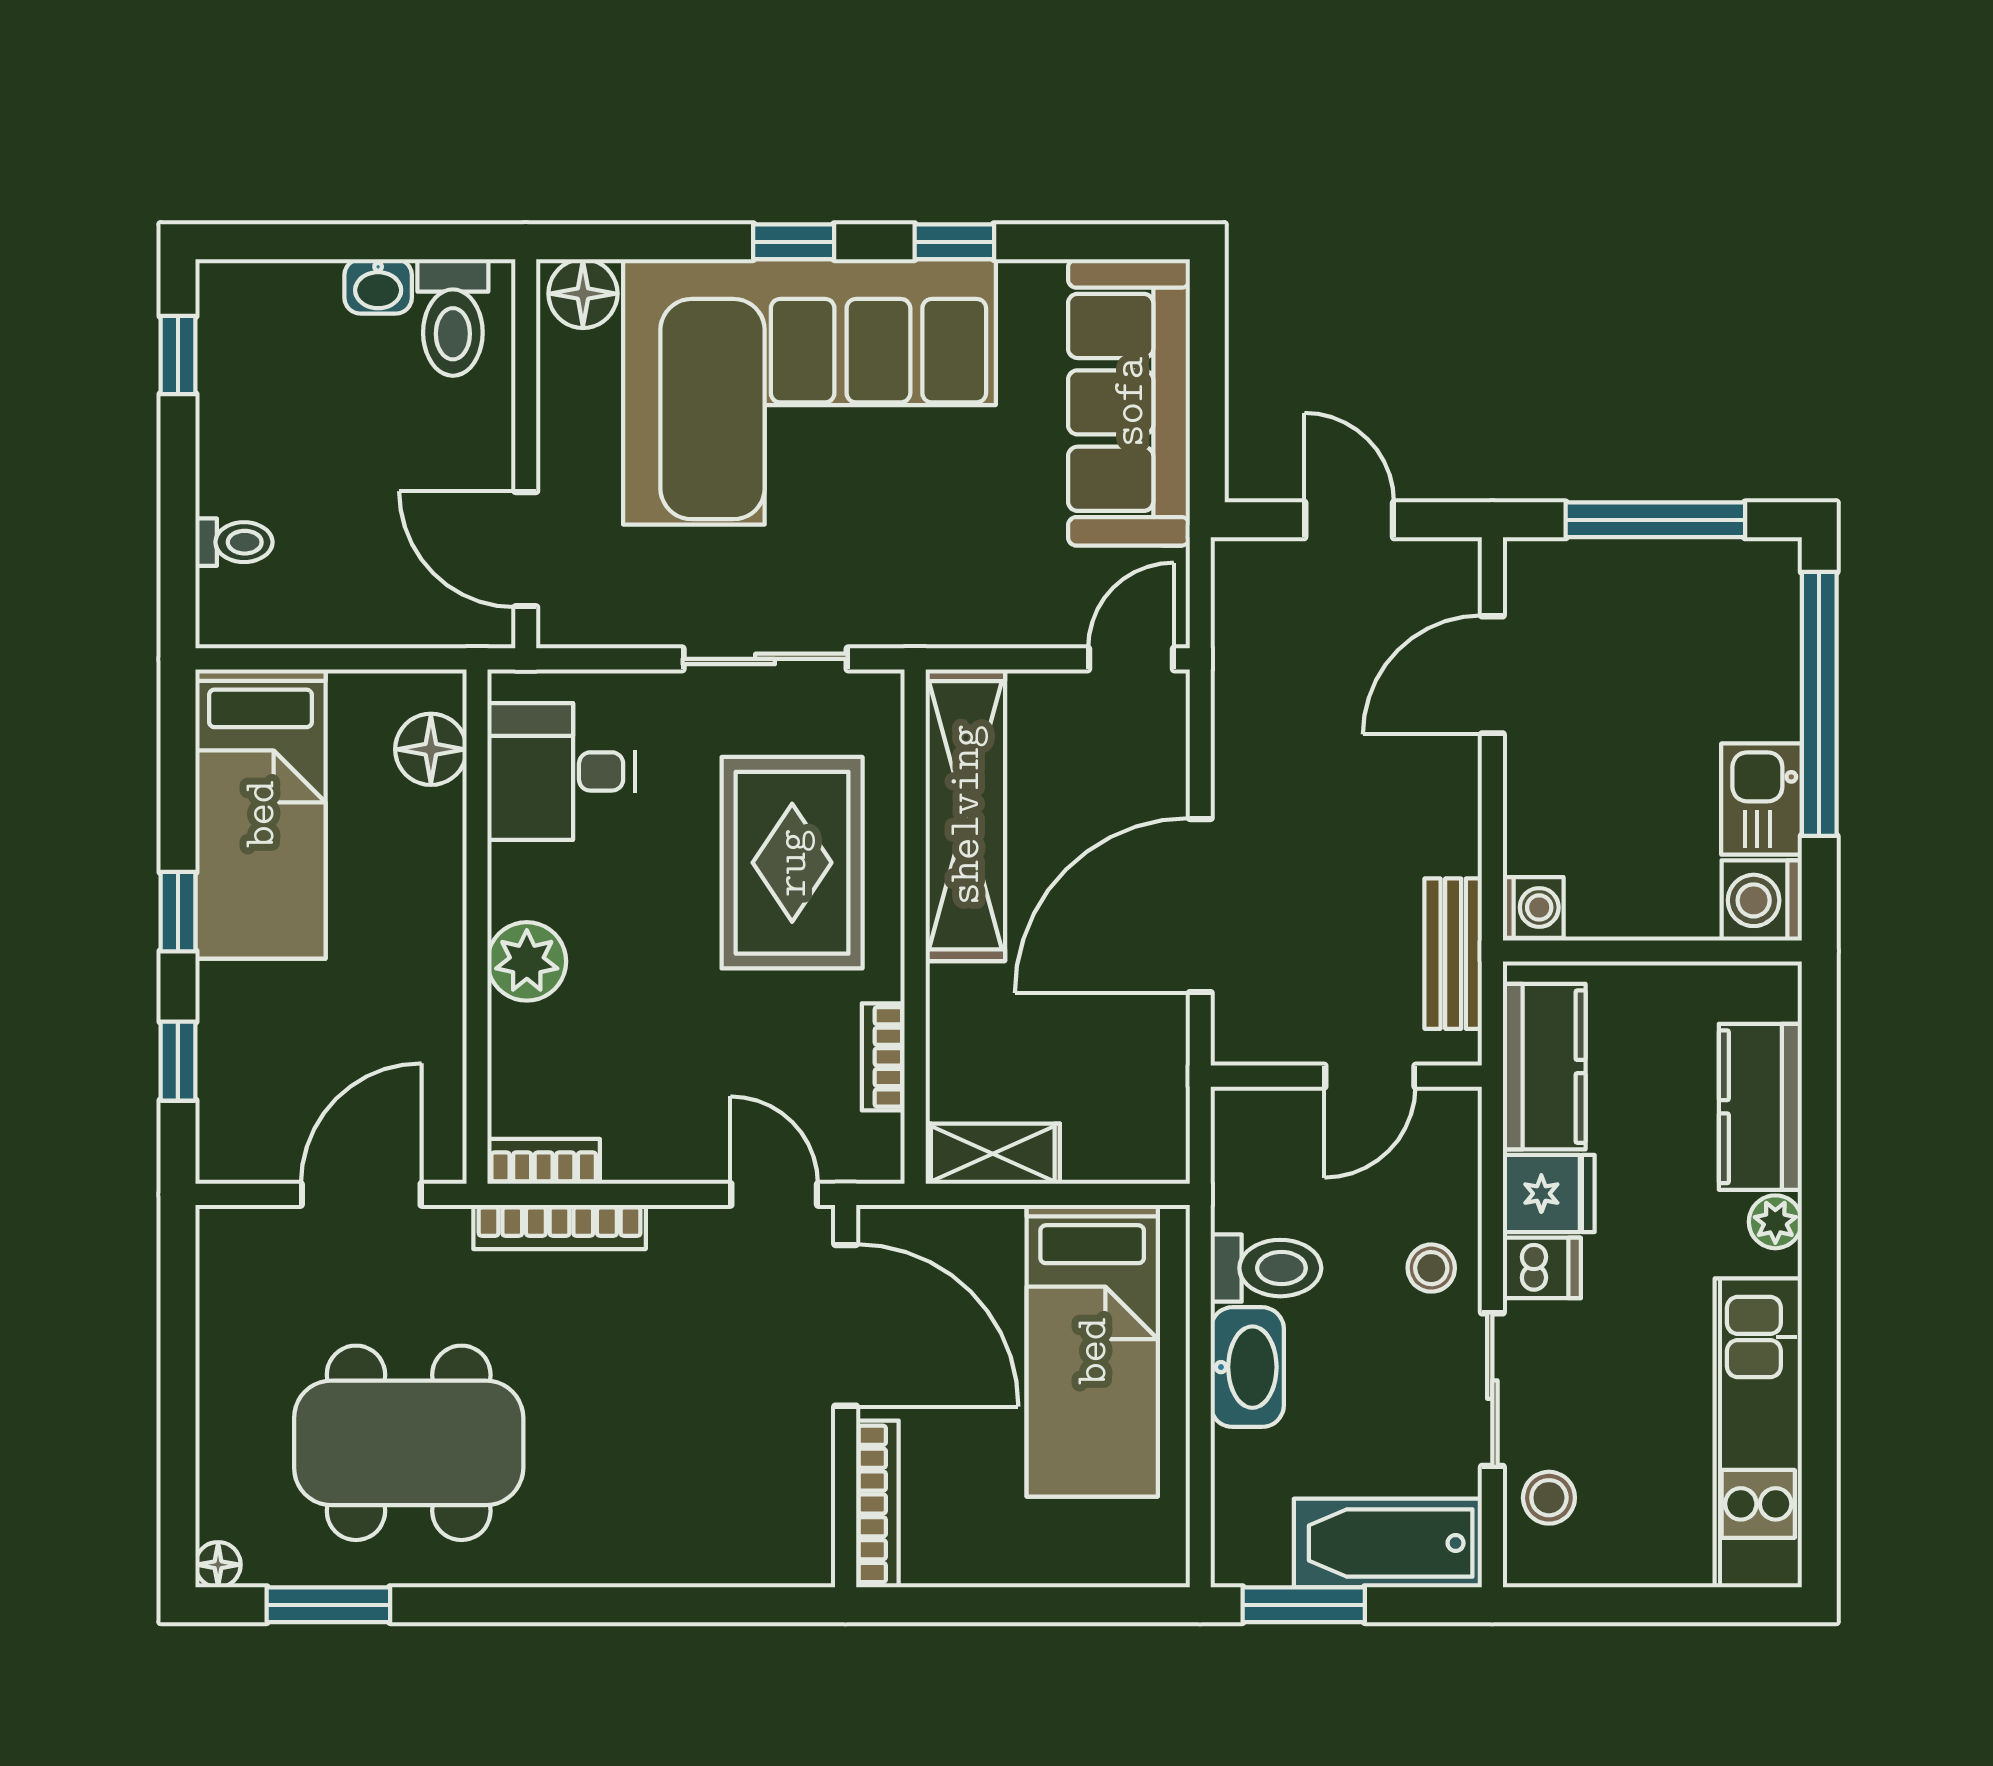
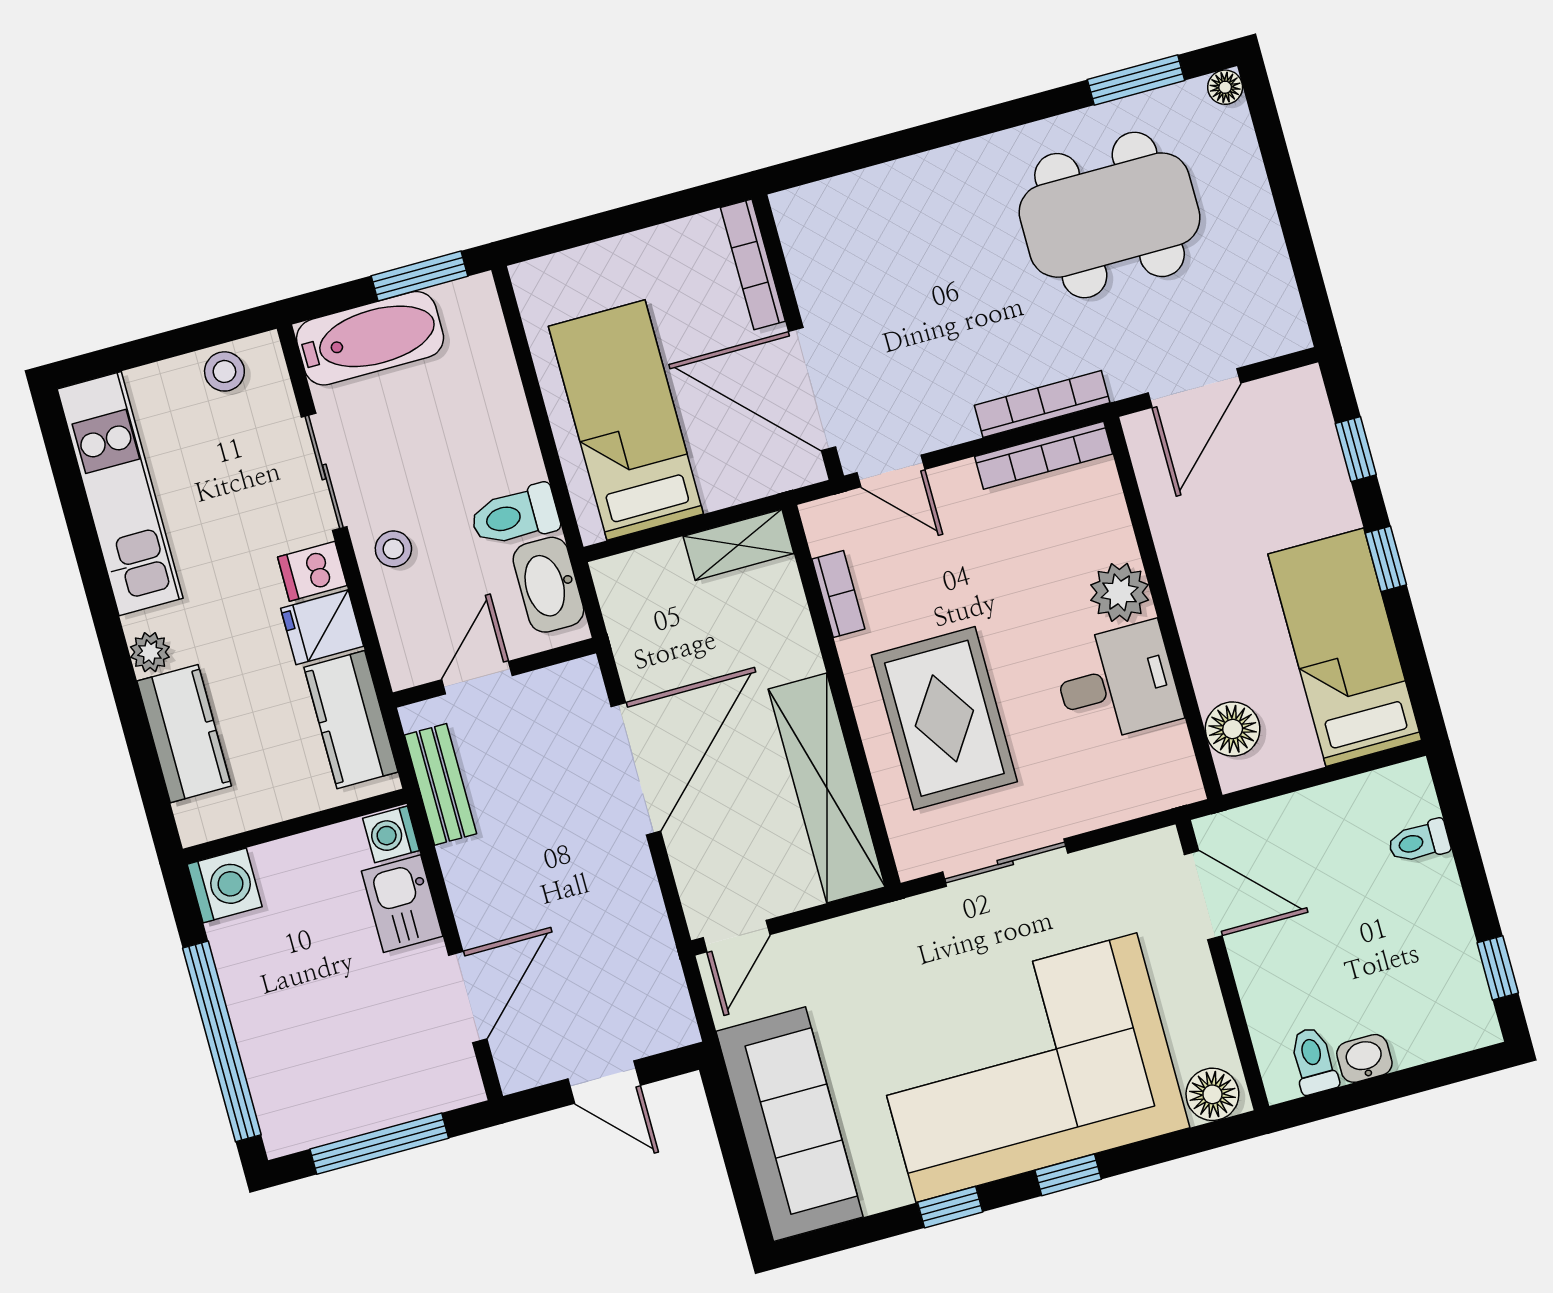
toilet: (453, 317) -> (1314, 1061), width x0.73, depth x0.72
desk: (561, 771) -> (1117, 683), moved
kitchen sink: (1761, 799) -> (402, 904), moved, turned 180
bookcase: (544, 1161) -> (1044, 455), width x1.56
washbasin: (1247, 1367) -> (548, 585), moved
stool: (1549, 1498) -> (224, 371), moved

